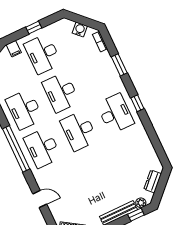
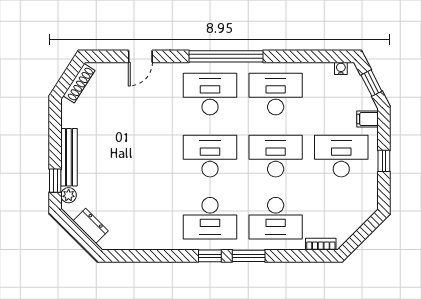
water cooler: (80, 30) -> (351, 224), removed
window: (119, 65) -> (249, 256), moved
desk: (97, 75) -> (276, 218), added

